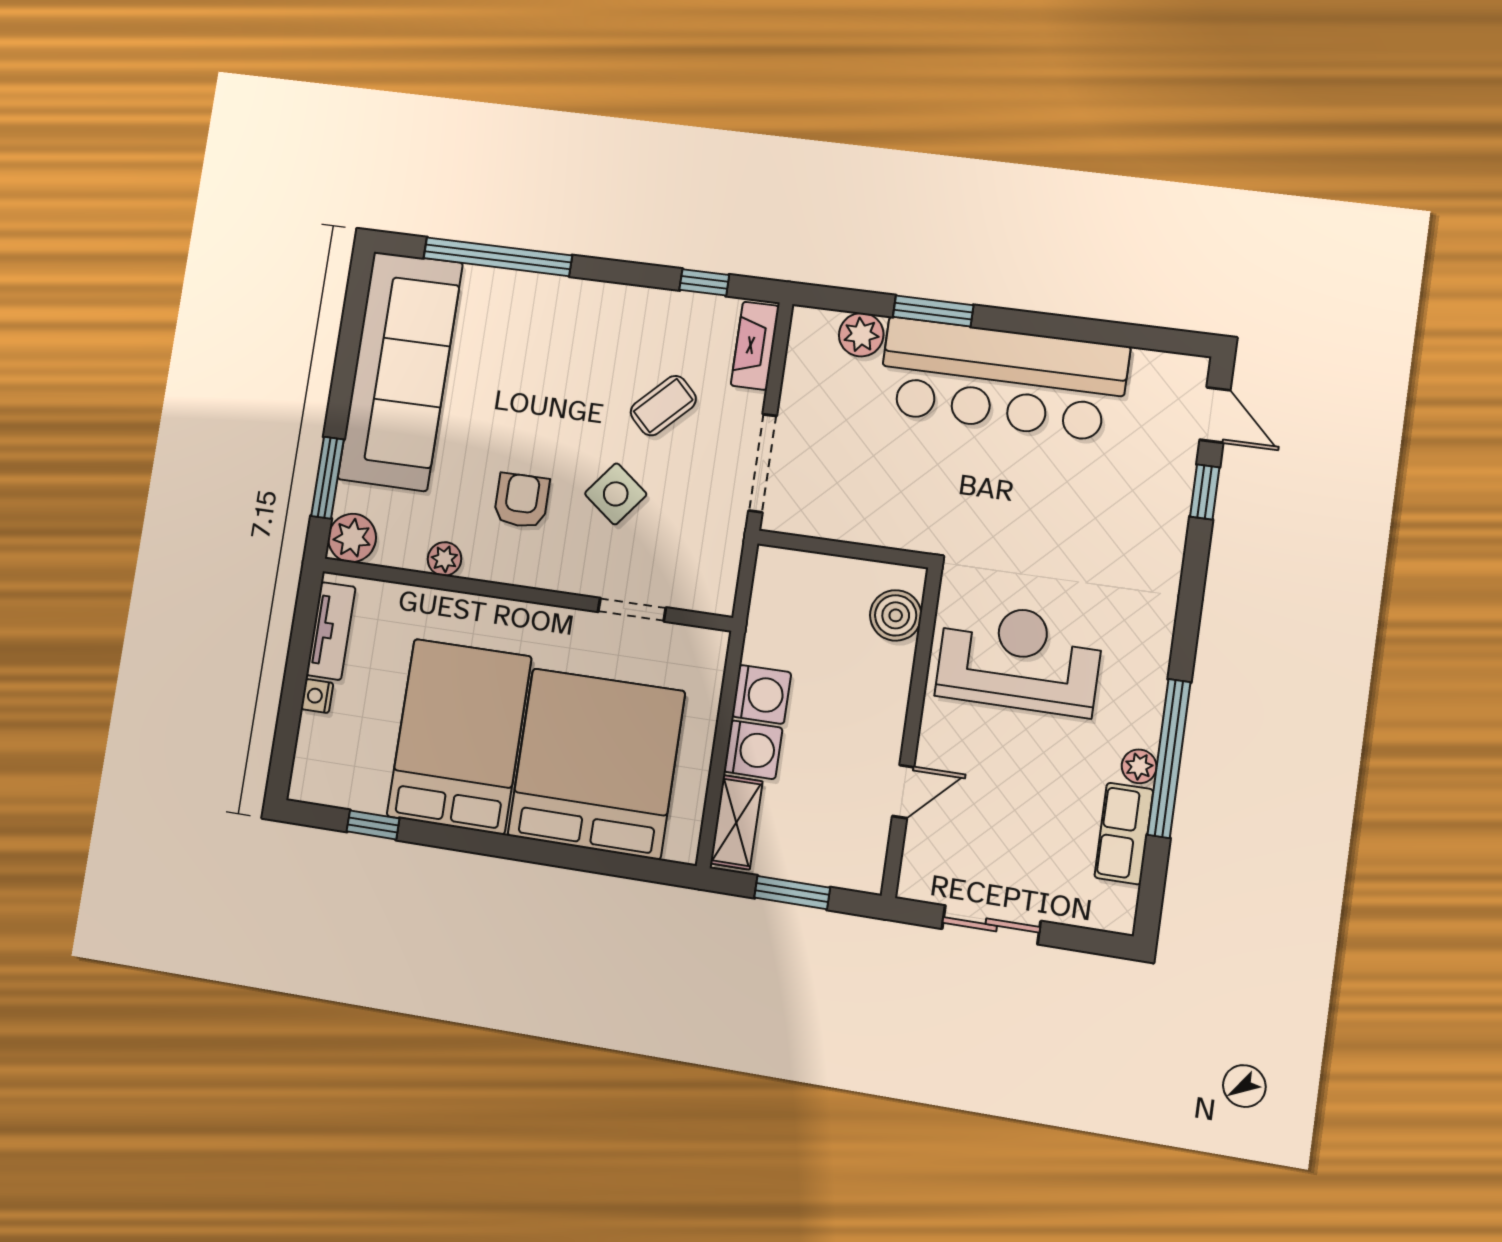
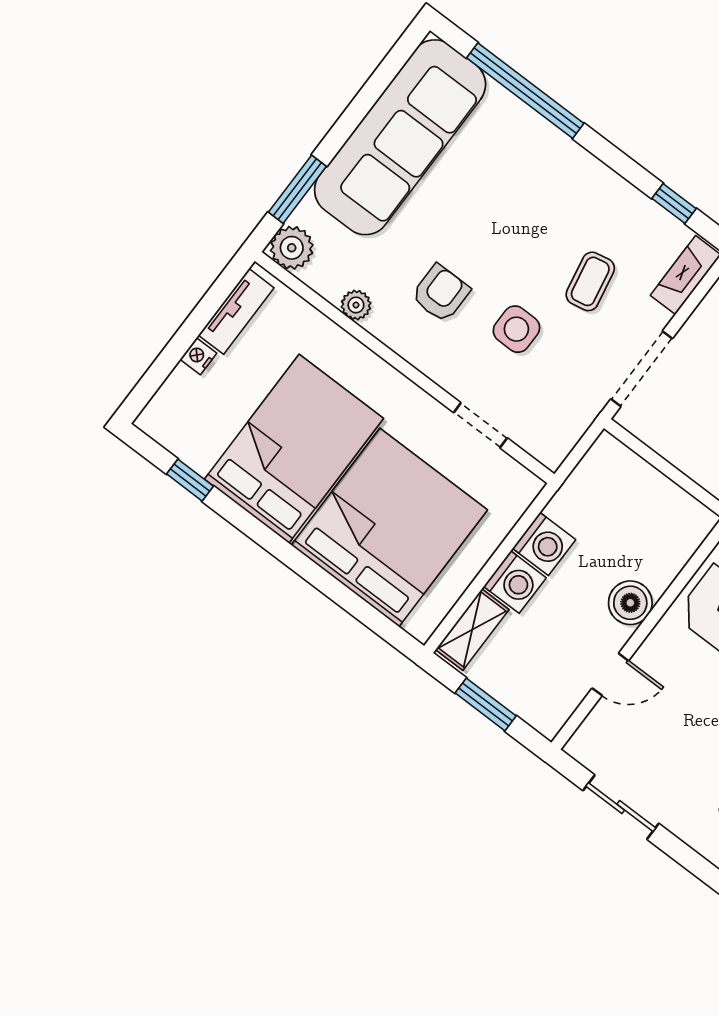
coffee table: (663, 406) -> (590, 281), turned -56
side table: (616, 494) -> (516, 329), turned -38
boiler: (896, 615) -> (630, 603), moved

